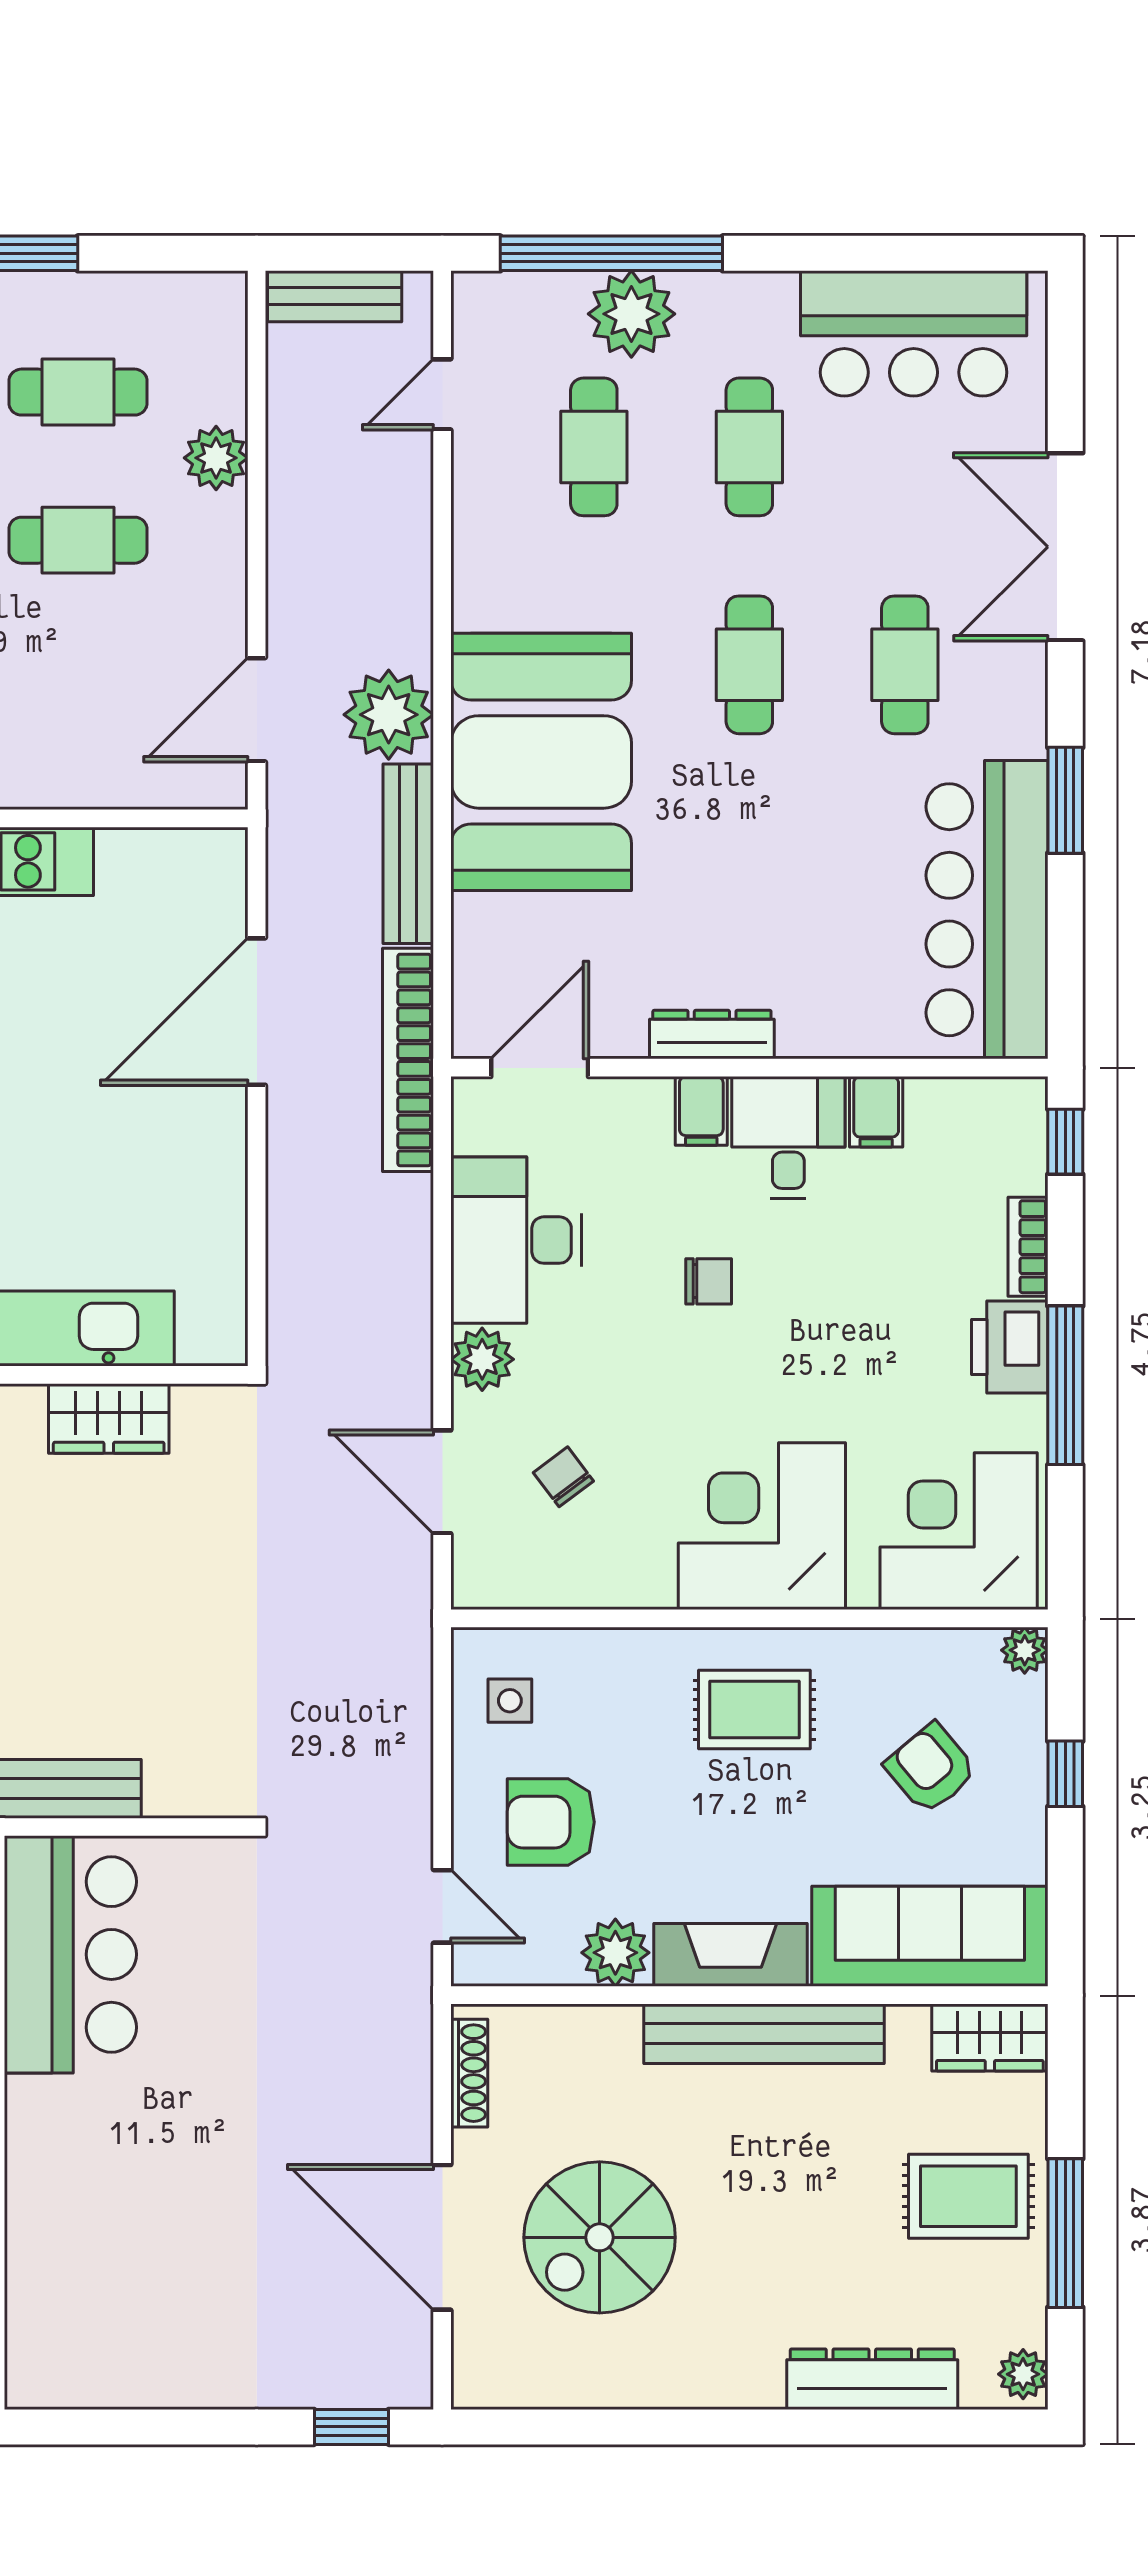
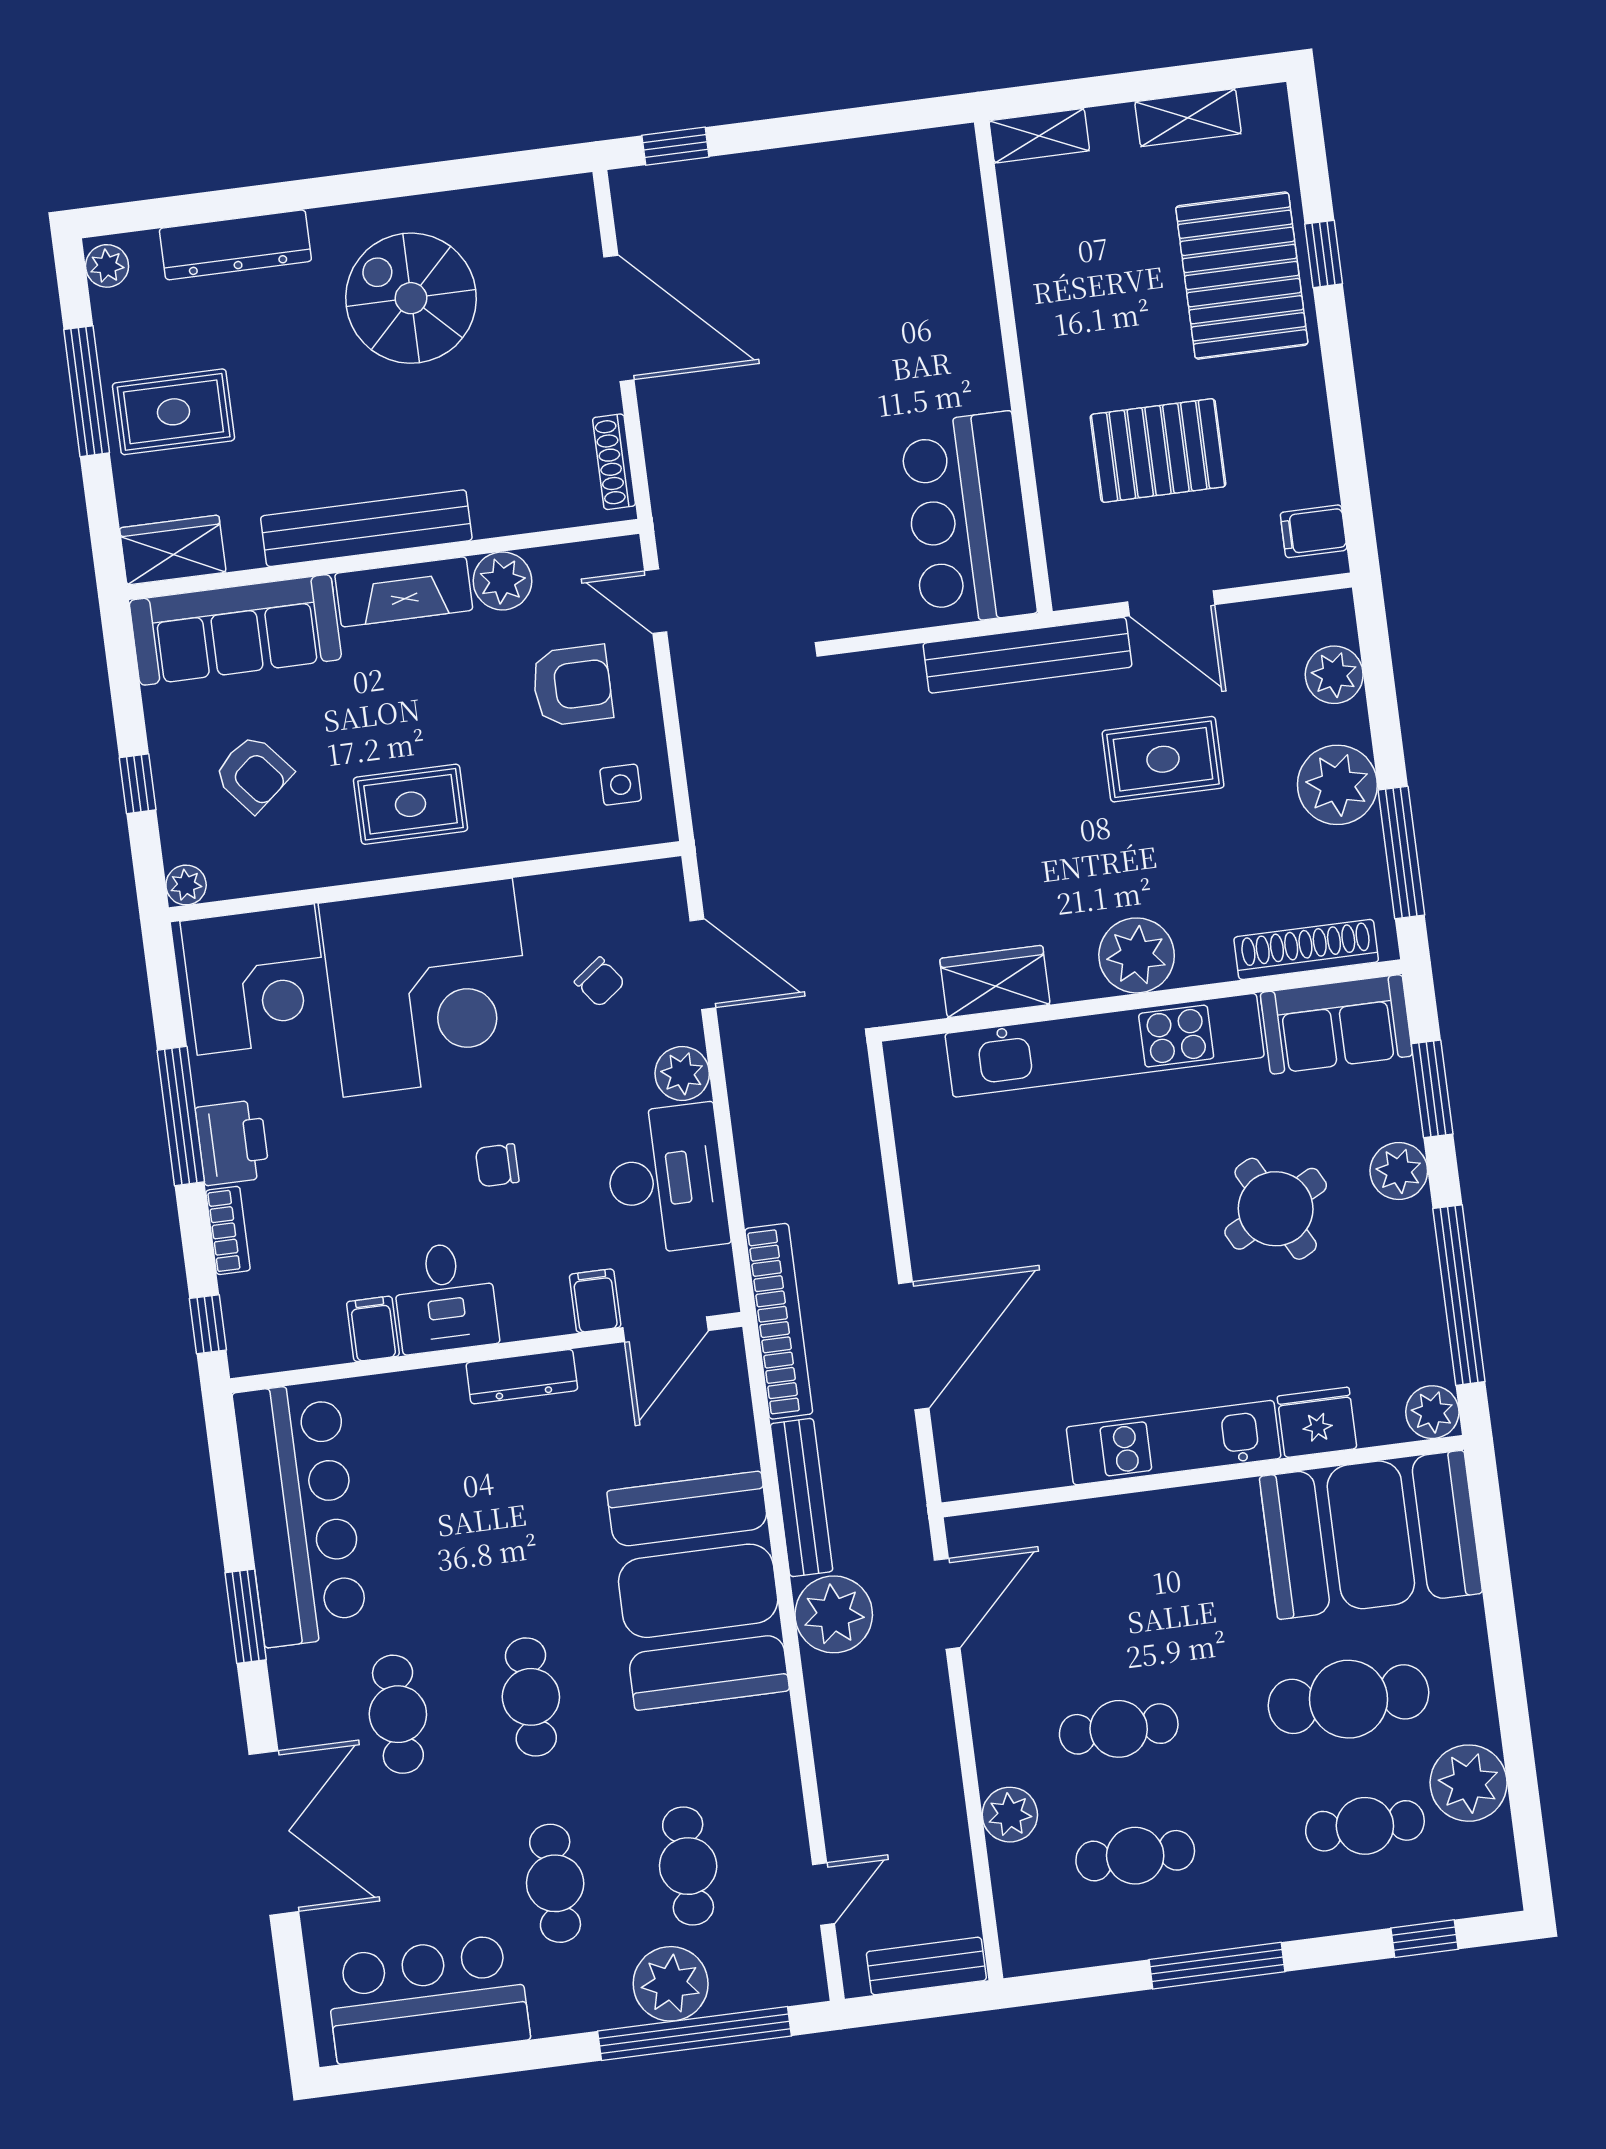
filing cabinet: (701, 1111) -> (595, 1301), moved
corner desk: (762, 1526) -> (428, 988), width x1.36, depth x1.36
spiral stairs: (600, 2237) -> (411, 298), moved, turned -90

